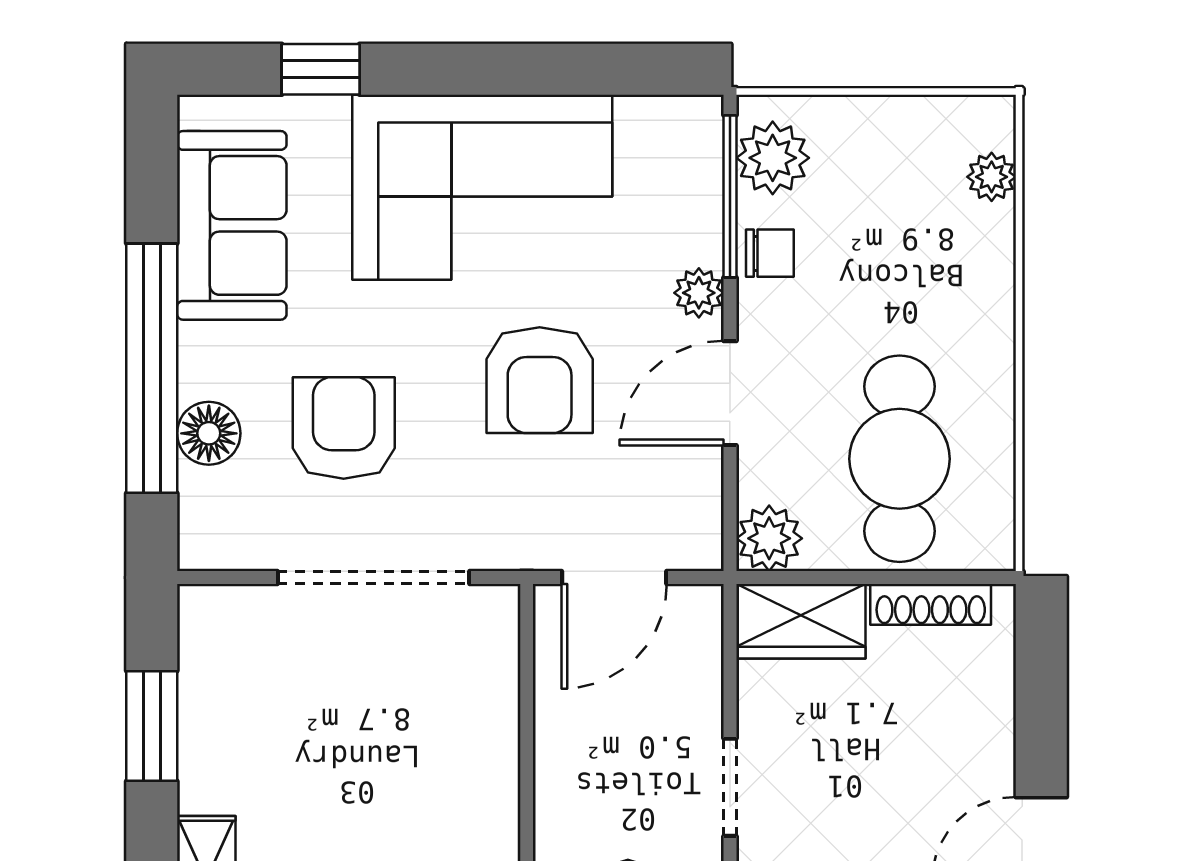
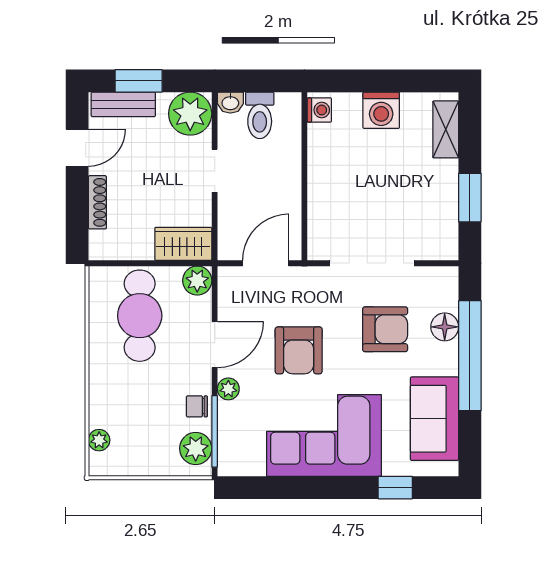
armchair: (540, 380) -> (299, 350), turned 180
armchair: (344, 428) -> (385, 329), turned -90
shoe rack: (931, 604) -> (97, 202), moved, turned 90

